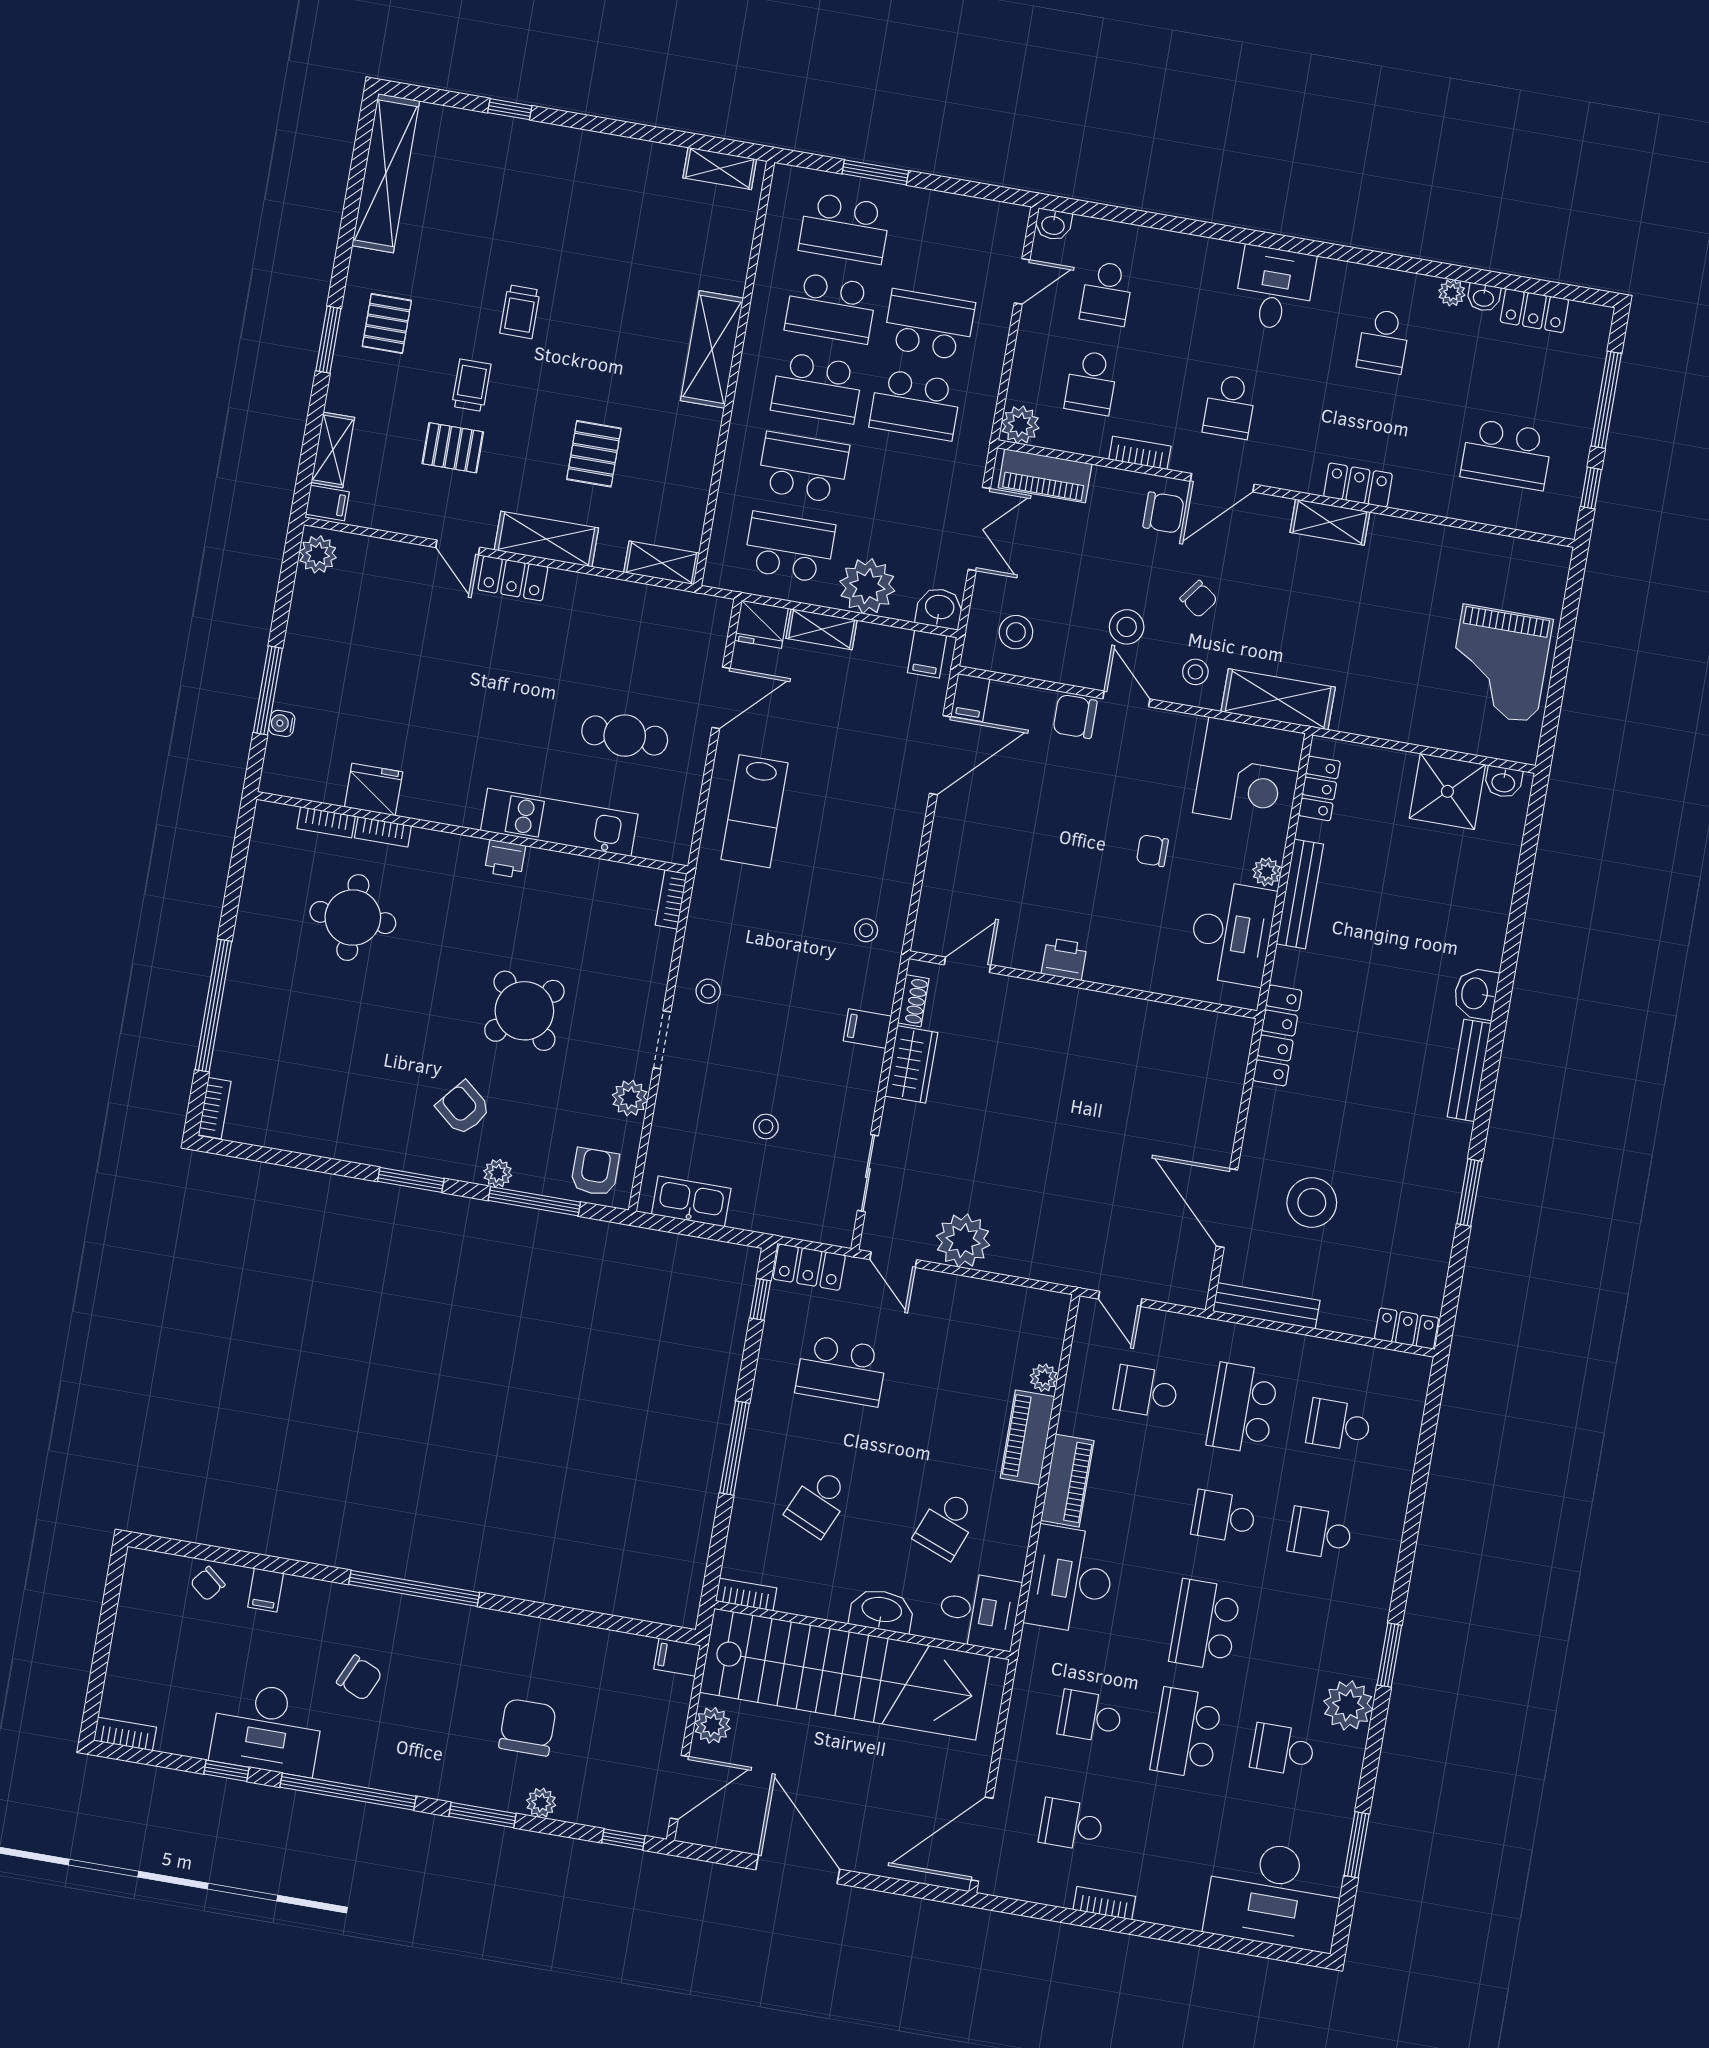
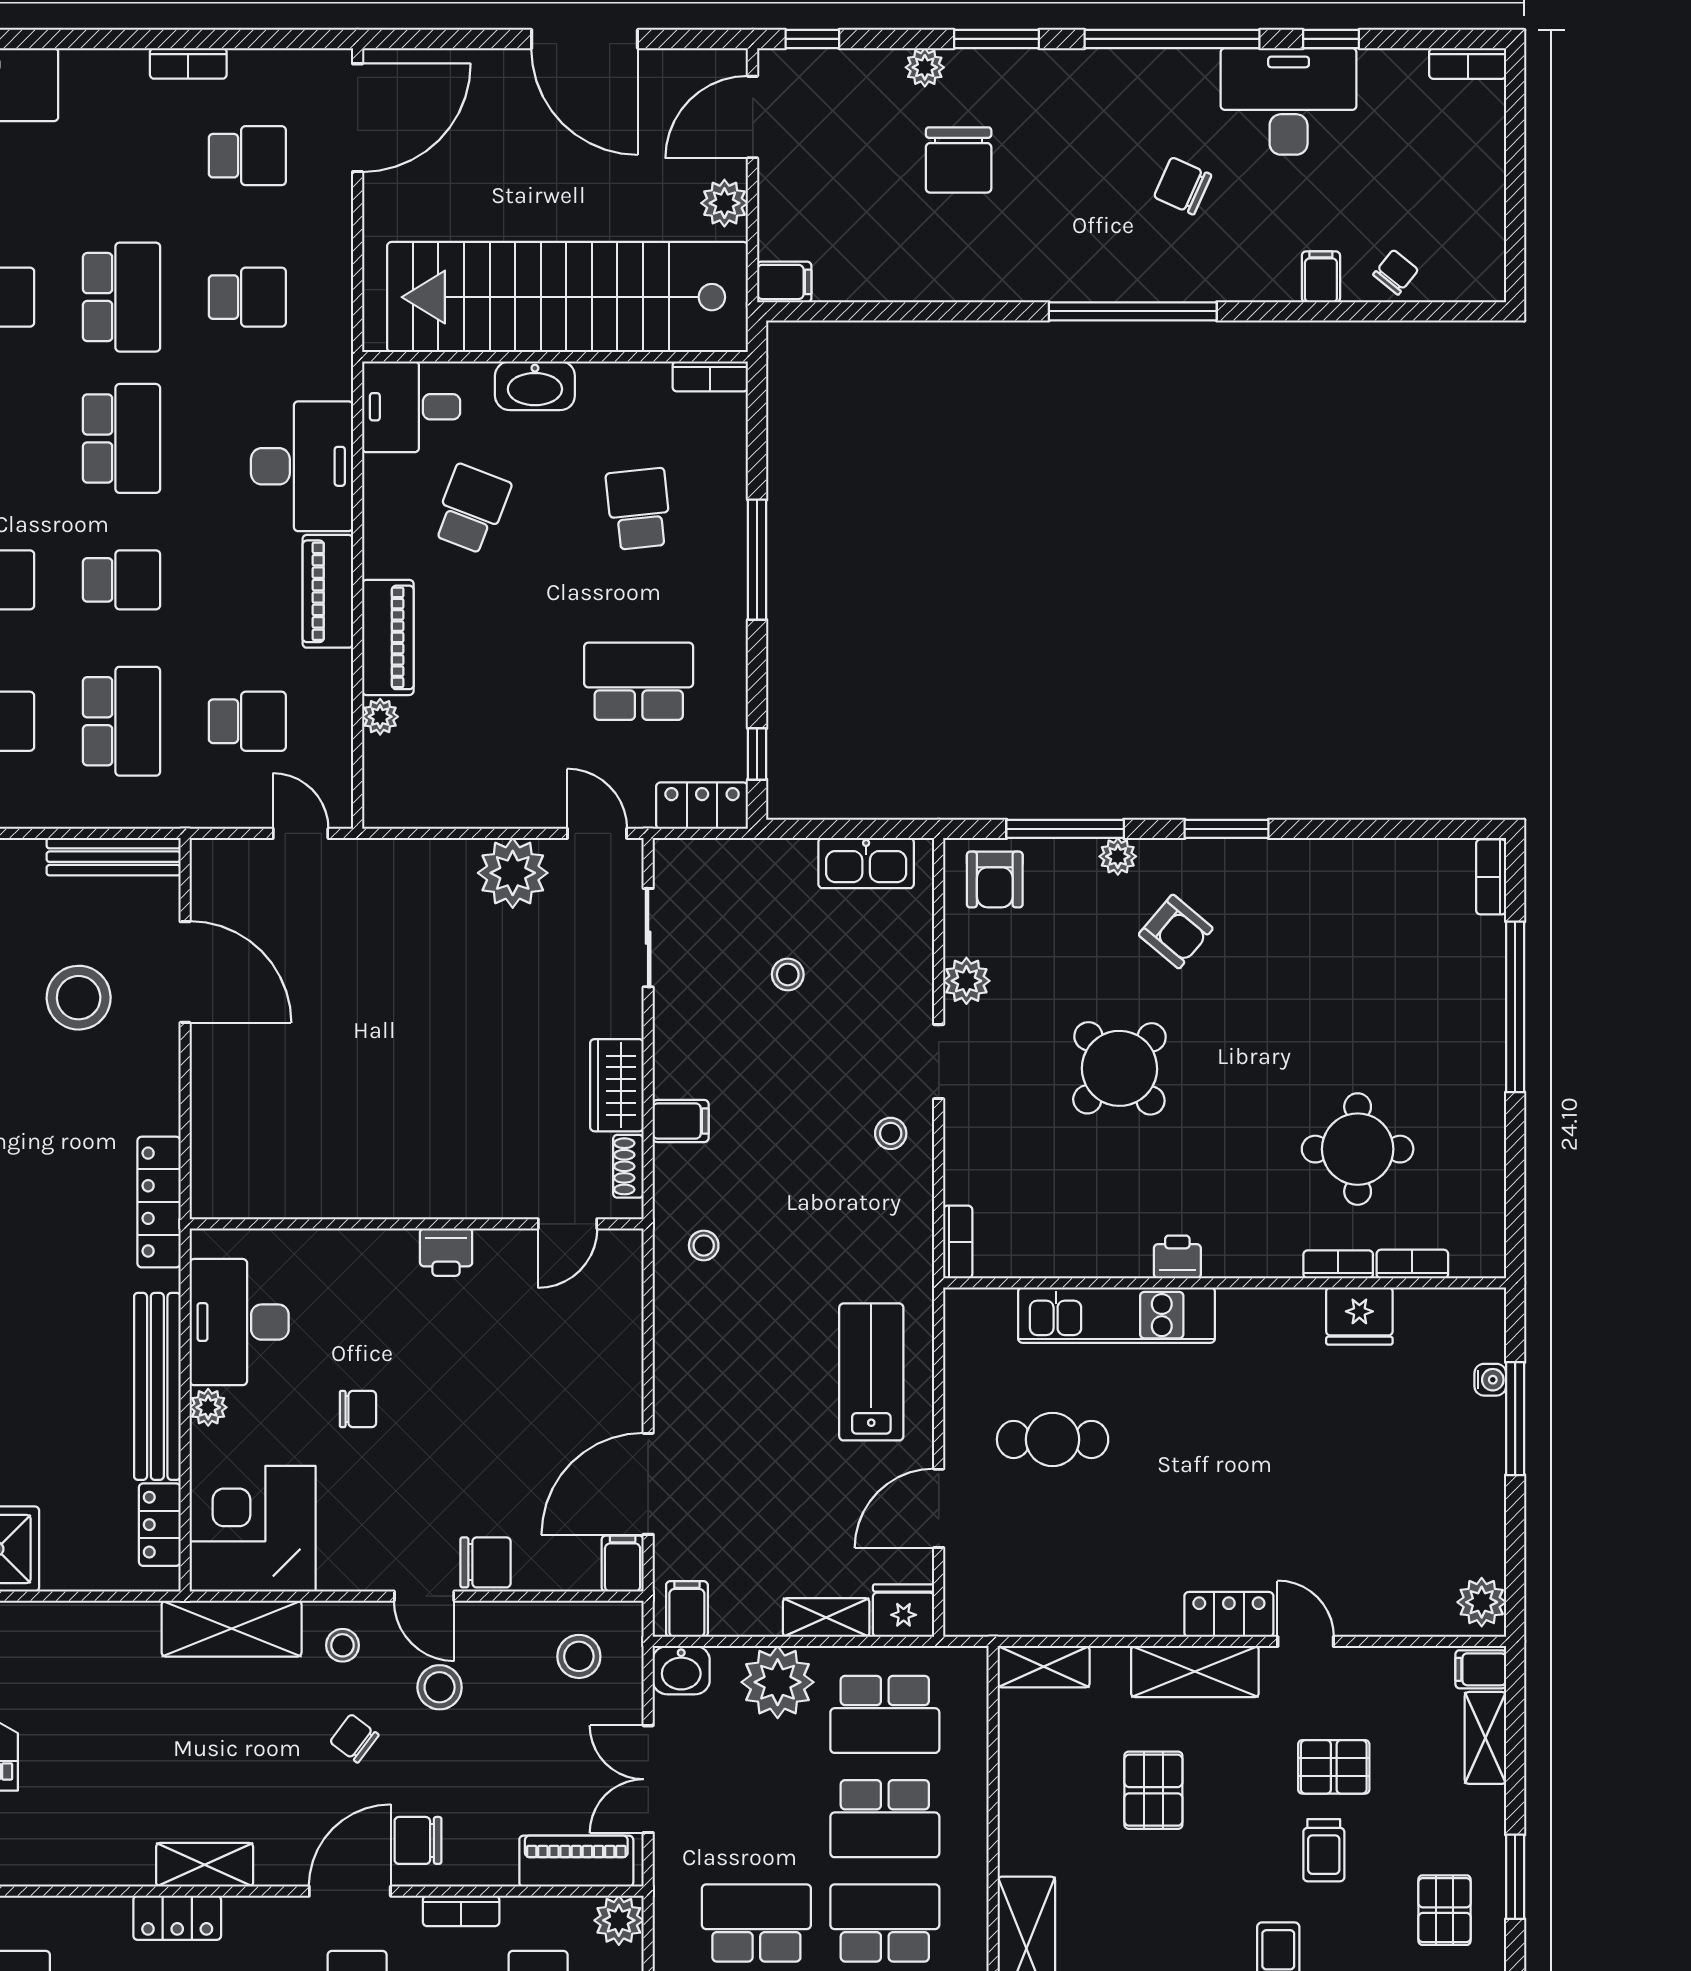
bench: (1300, 894) -> (157, 1386), width x1.37, depth x1.21
school desk: (818, 1503) -> (639, 509), turned -30

